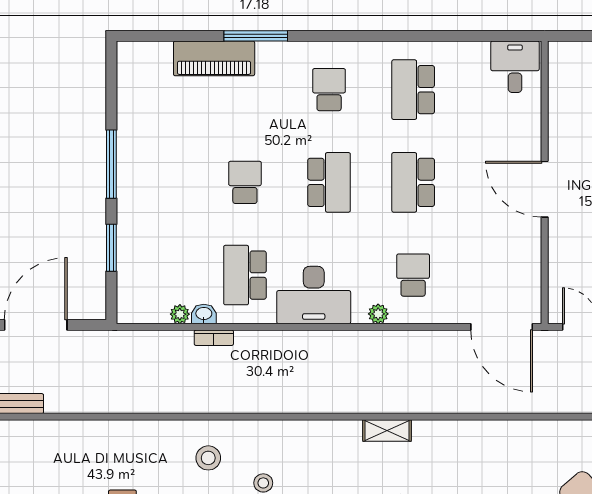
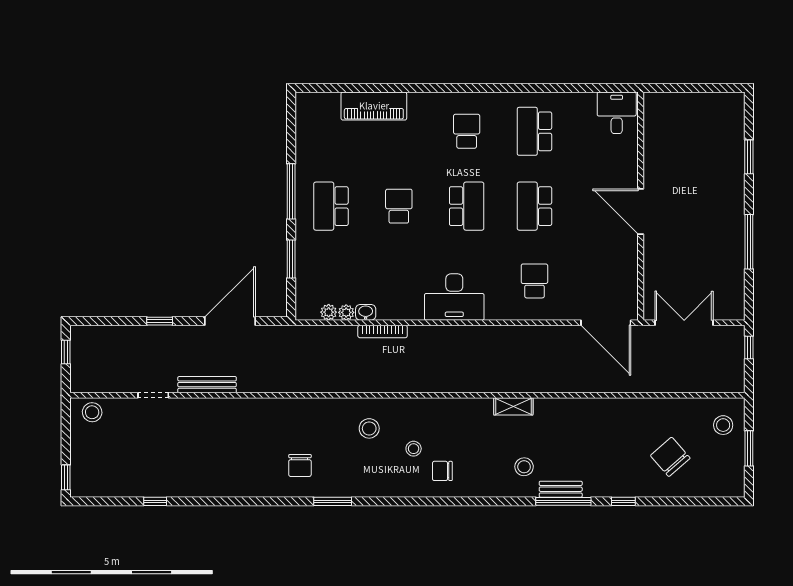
window: (256, 36) -> (407, 88), removed
school desk: (245, 275) -> (331, 206), moved
plant: (378, 314) -> (329, 312), moved
bookcase: (214, 338) -> (383, 331), width x1.56

